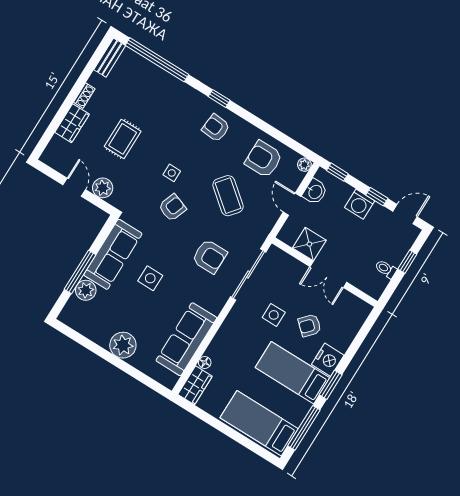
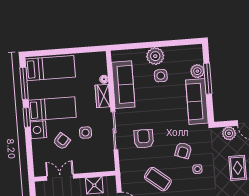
armchair: (209, 256) -> (144, 139), turned 90
double door: (328, 274) -> (60, 177), moved
sliding door: (248, 275) -> (114, 131), moved
side table: (150, 278) -> (161, 76), moved
wardrobe: (195, 385) -> (103, 96), moved

